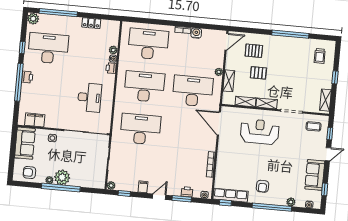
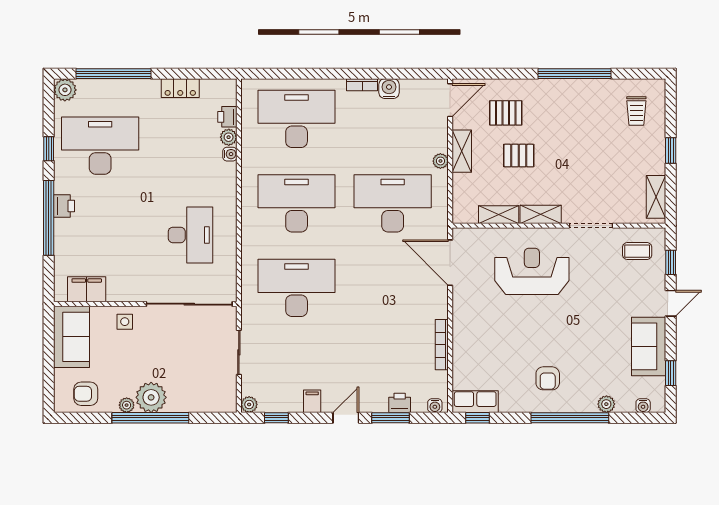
printer: (111, 68) -> (227, 117), moved
shelving: (229, 81) -> (462, 151), moved
row of seats: (230, 195) -> (475, 402), width x0.68

